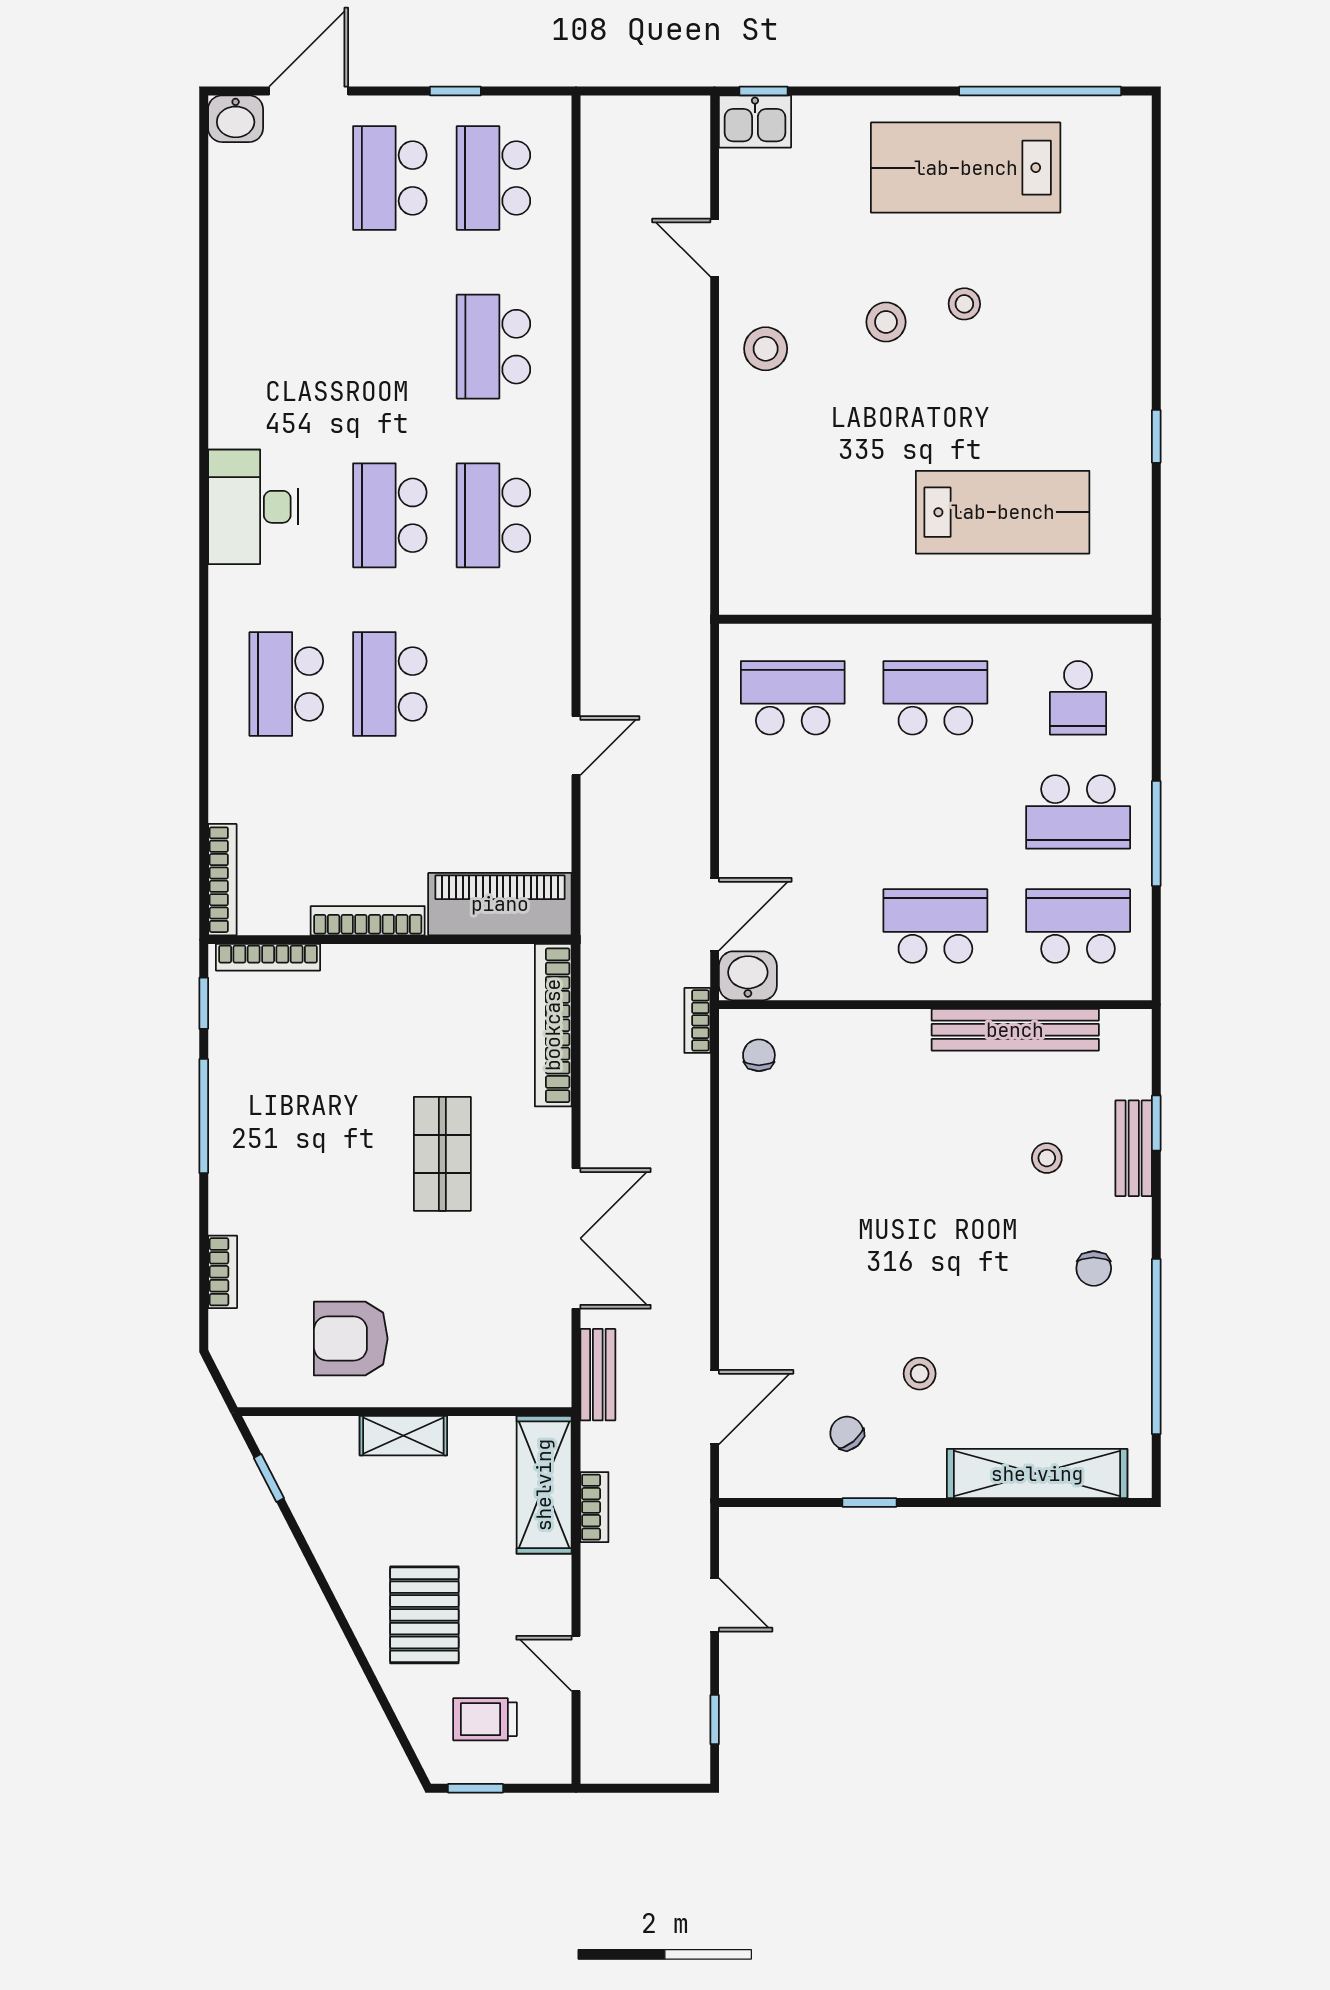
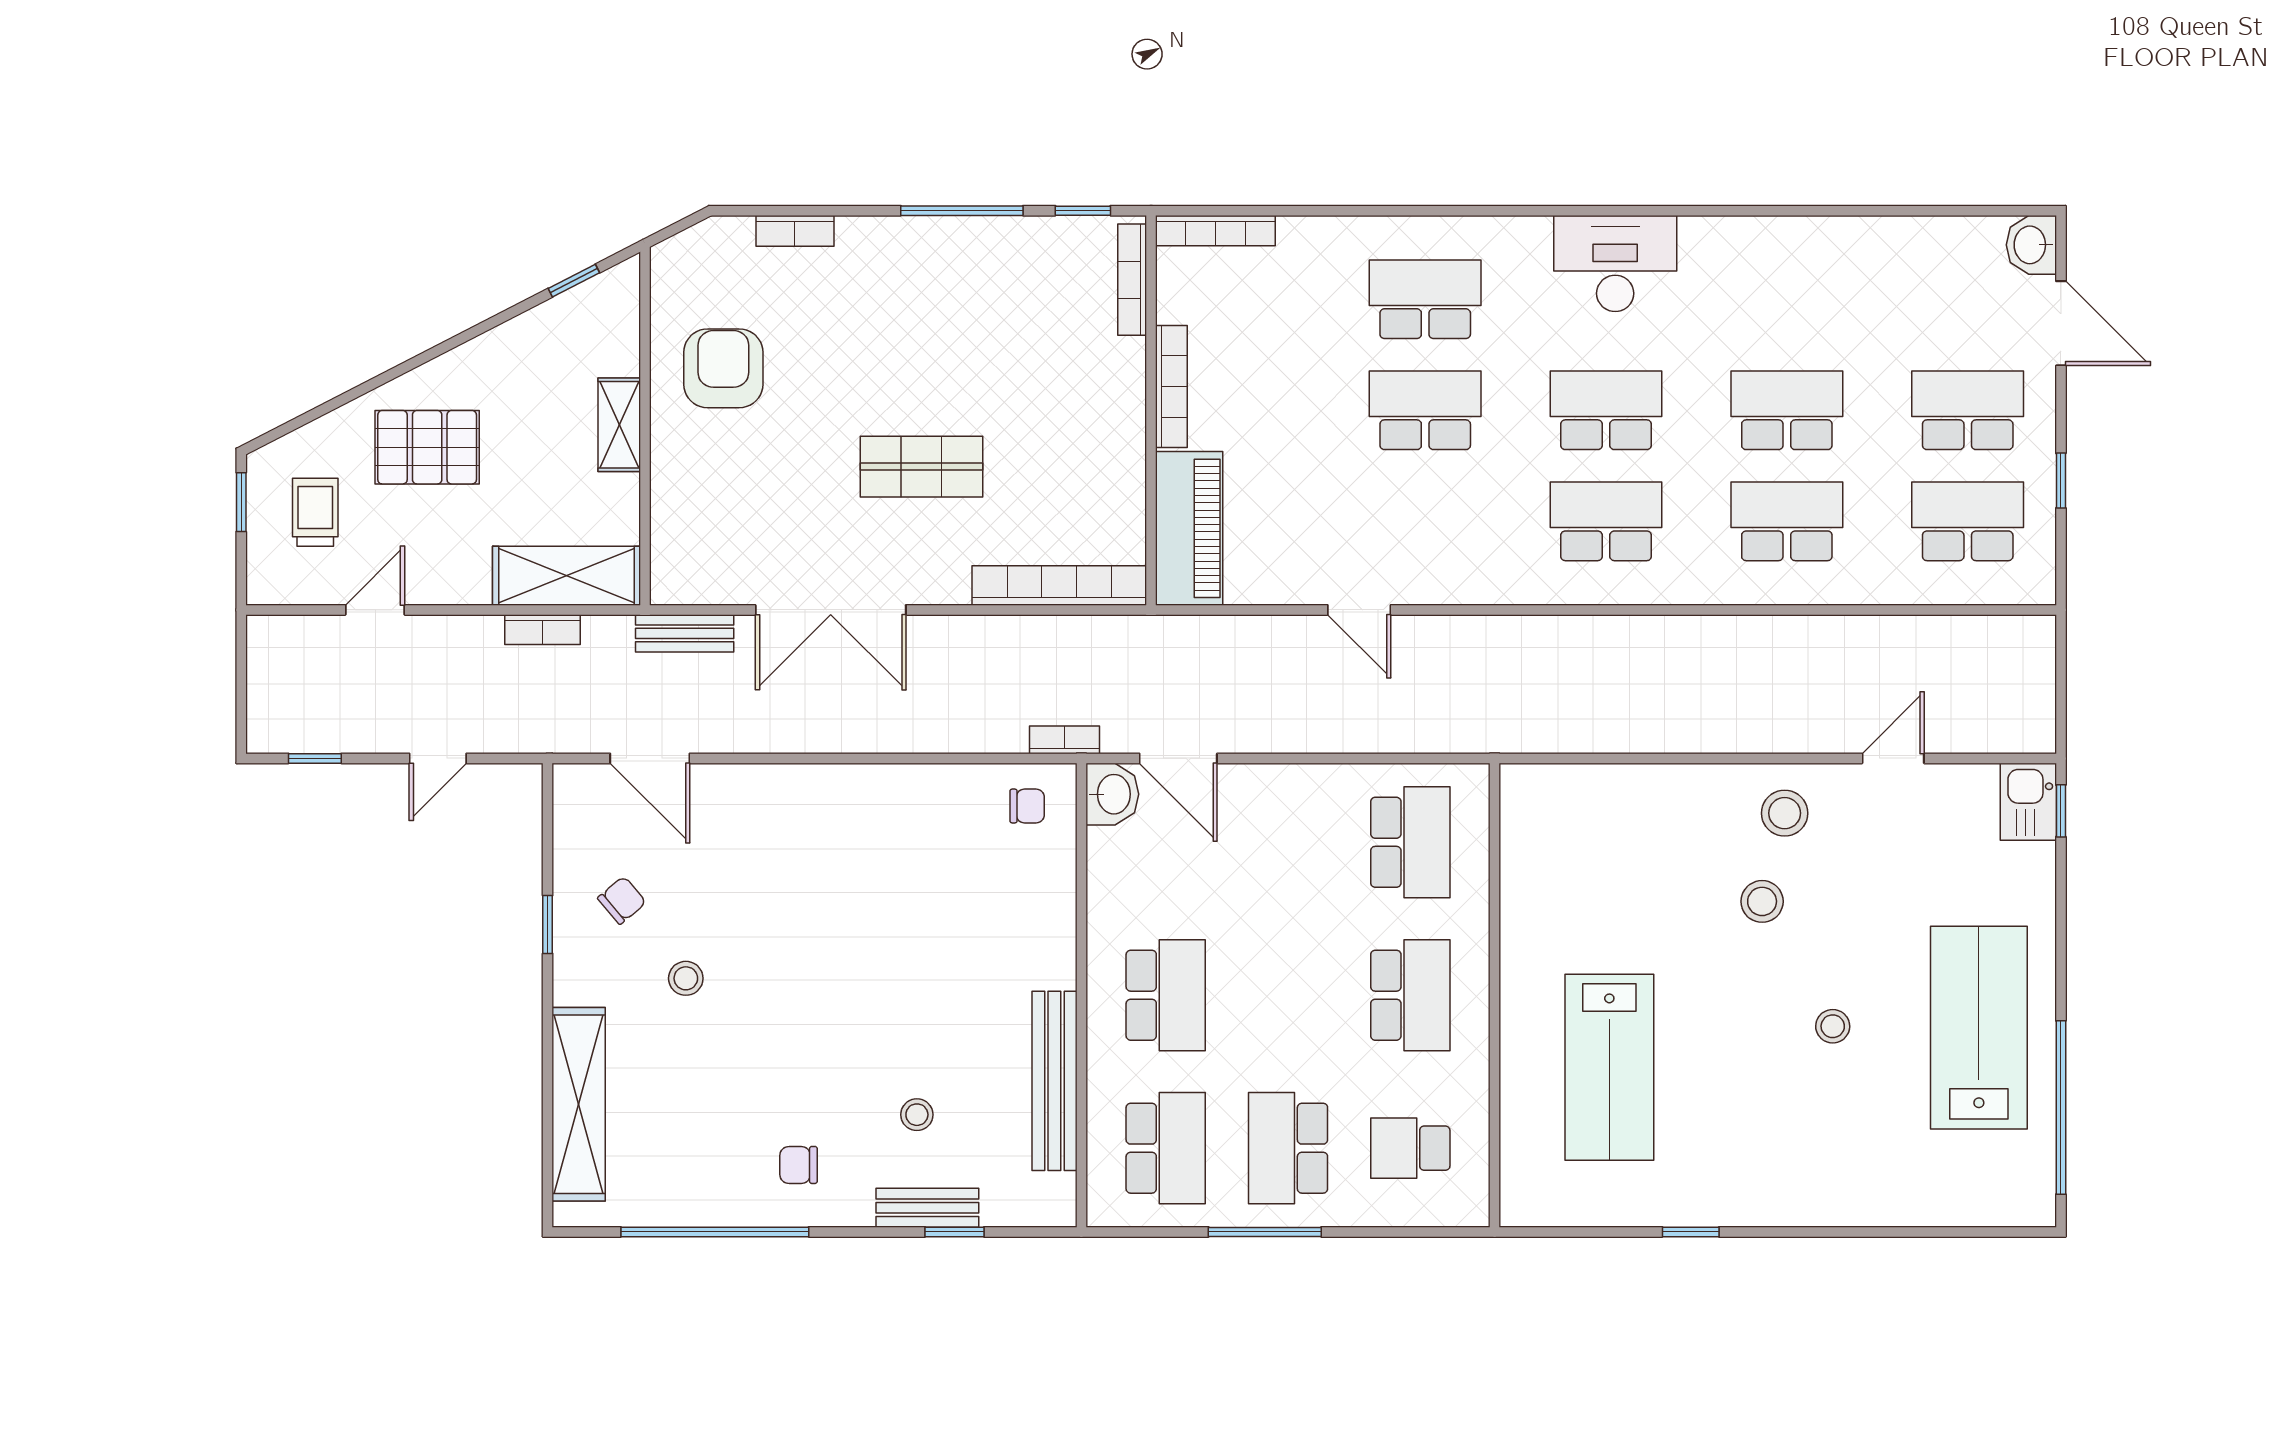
stool: (886, 322) -> (1762, 901), moved
school desk: (390, 347) -> (1787, 410), added

